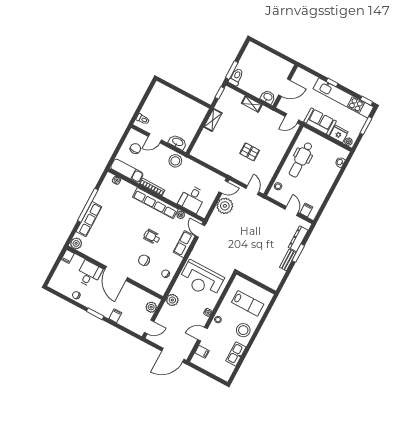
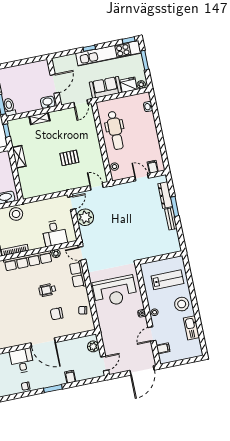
plant: (172, 300) -> (105, 327), removed

